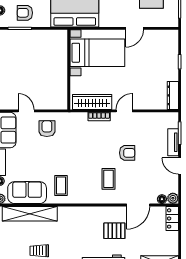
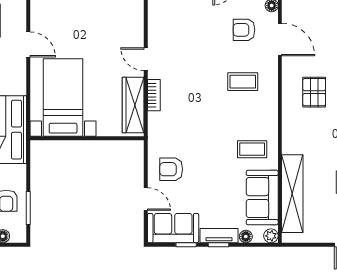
door: (26, 111) -> (146, 199), swing flipped
armchair: (127, 153) -> (244, 30), moved, turned -90
pallet: (114, 231) -> (314, 92), moved

